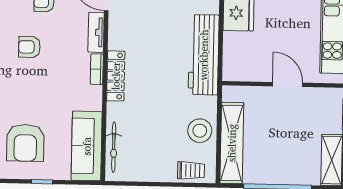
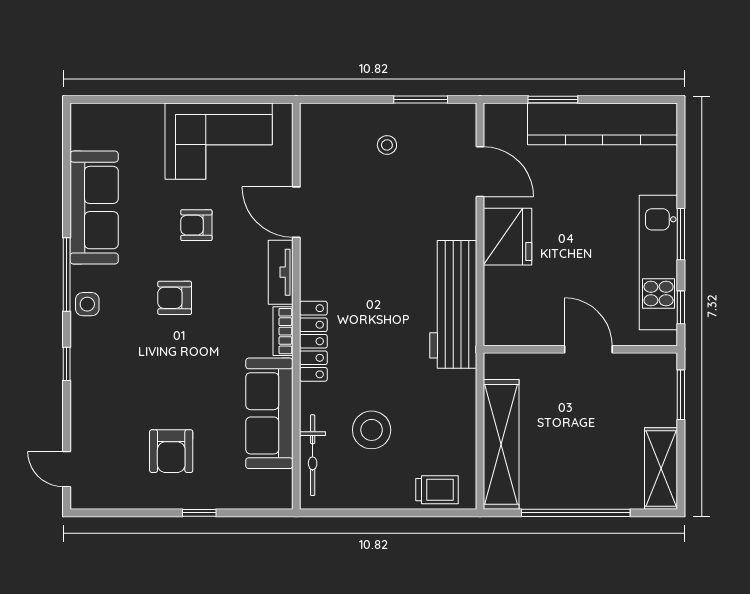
stool: (200, 131) -> (372, 430), moved
armchair: (25, 143) -> (171, 451), width x0.73, depth x0.73
sofa: (87, 146) -> (269, 413), moved

